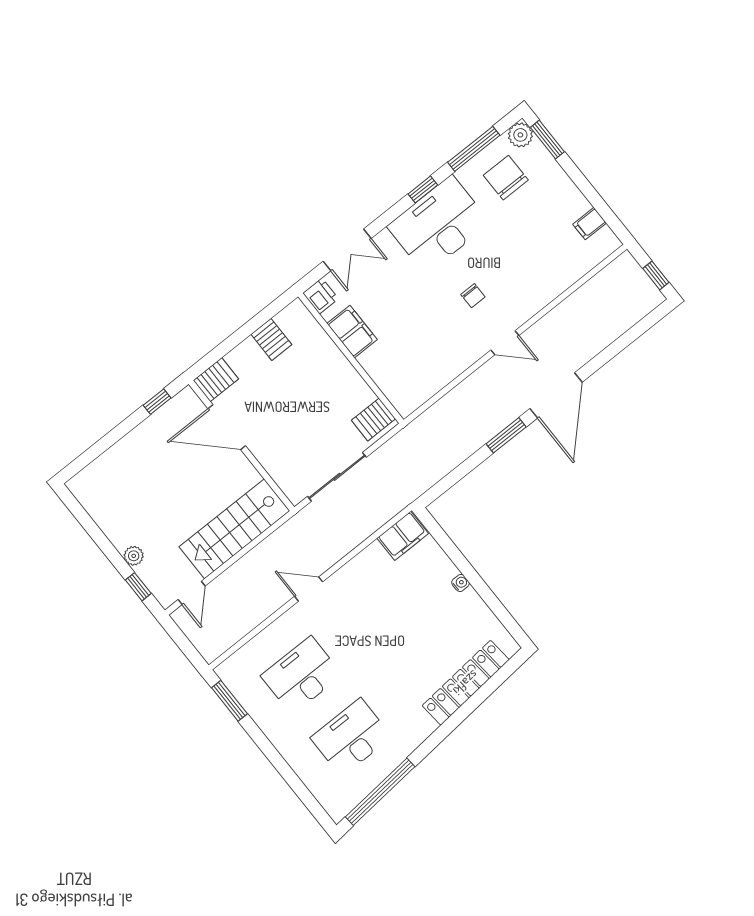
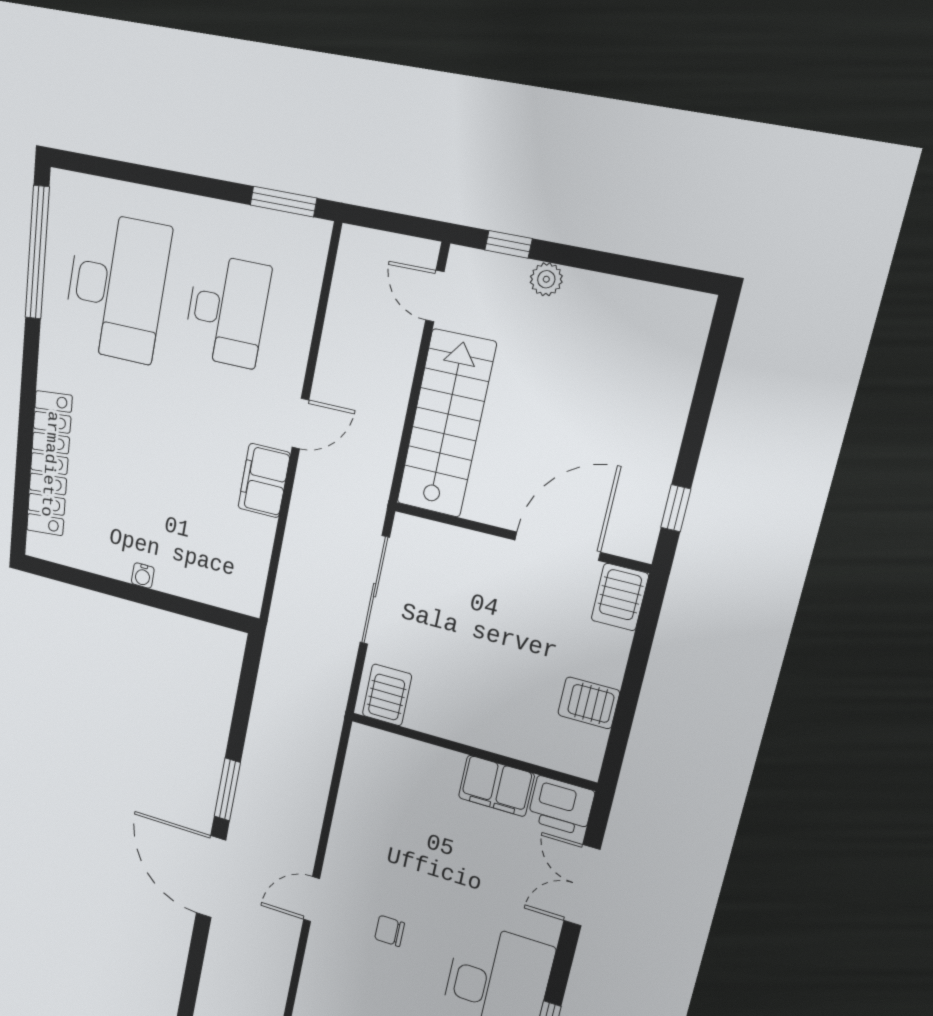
printer: (321, 296) -> (561, 806), width x1.36, depth x1.24
filing cabinet: (403, 536) -> (264, 480), moved
desk: (351, 737) -> (116, 287), width x1.36, depth x1.30

